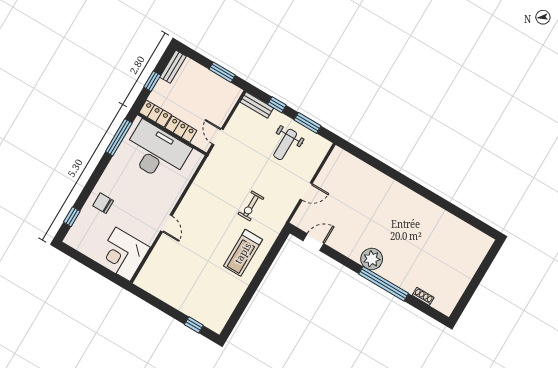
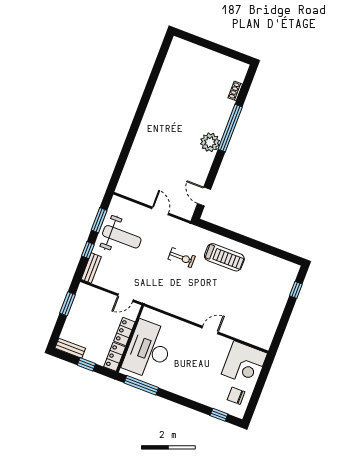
weight bench: (285, 144) -> (122, 237), width x1.36, depth x1.33
chair: (103, 203) -> (236, 396), moved, turned 90

